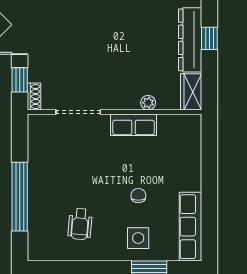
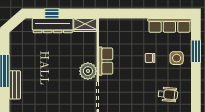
plant: (148, 103) -> (88, 71), moved, width x1.88, depth x1.88

